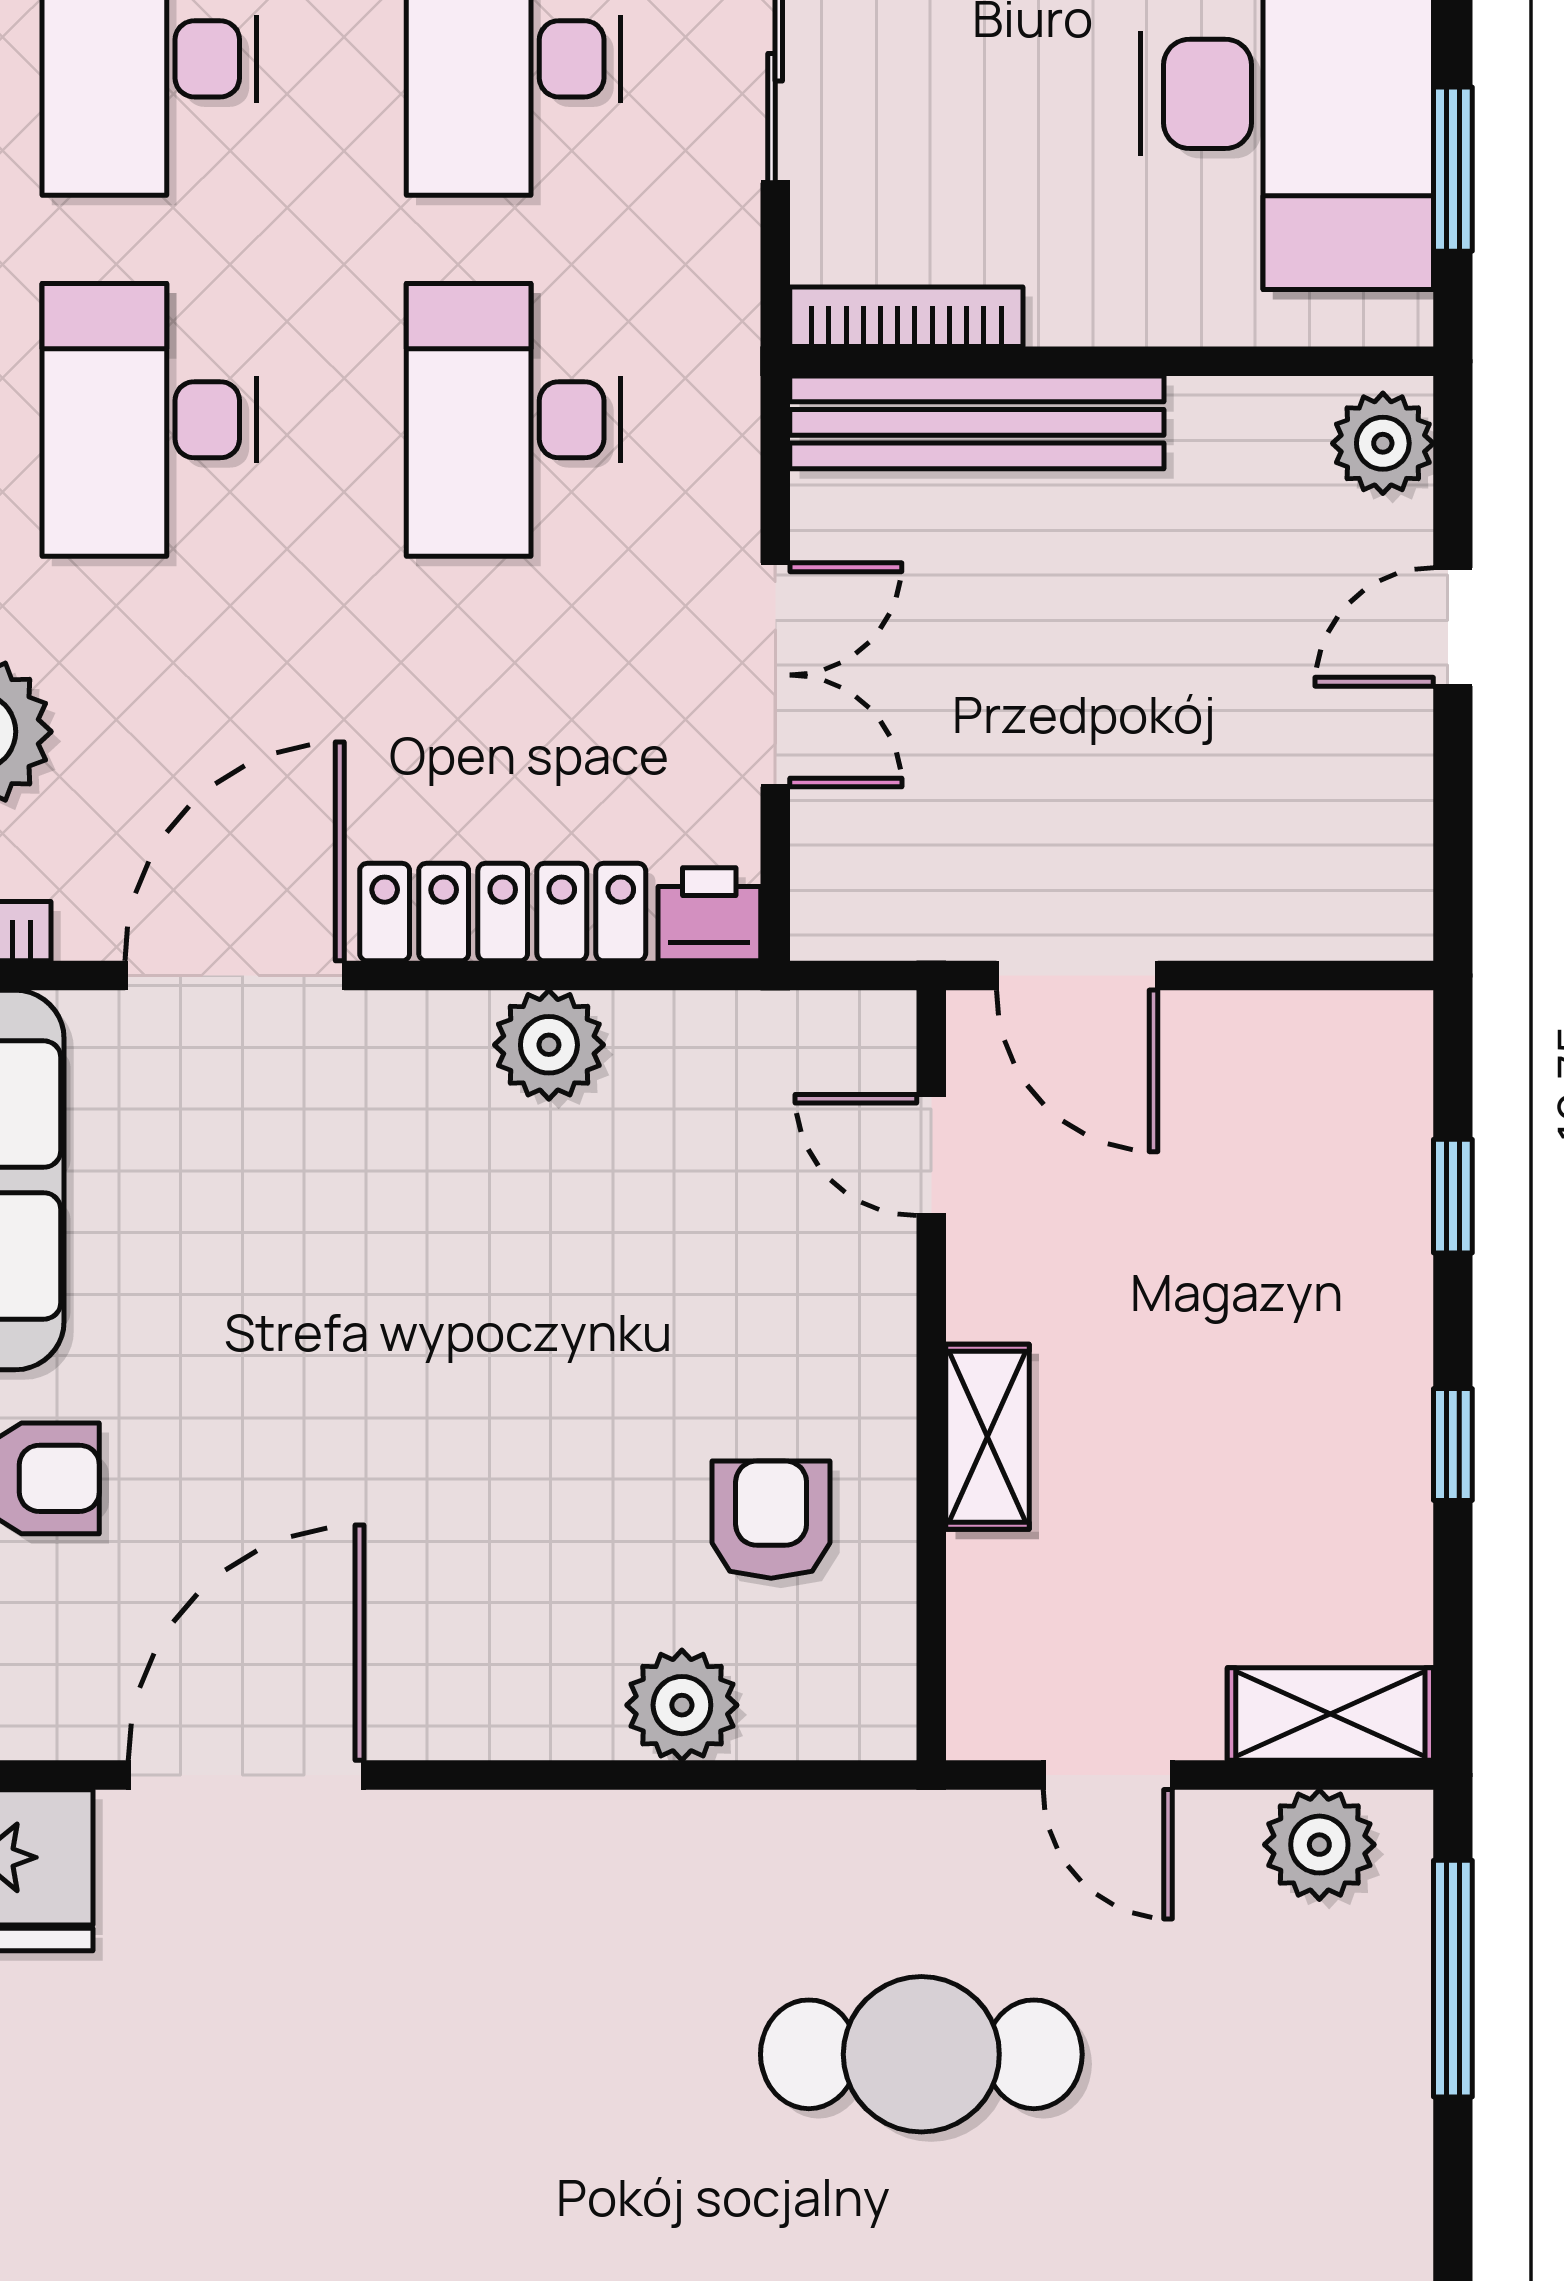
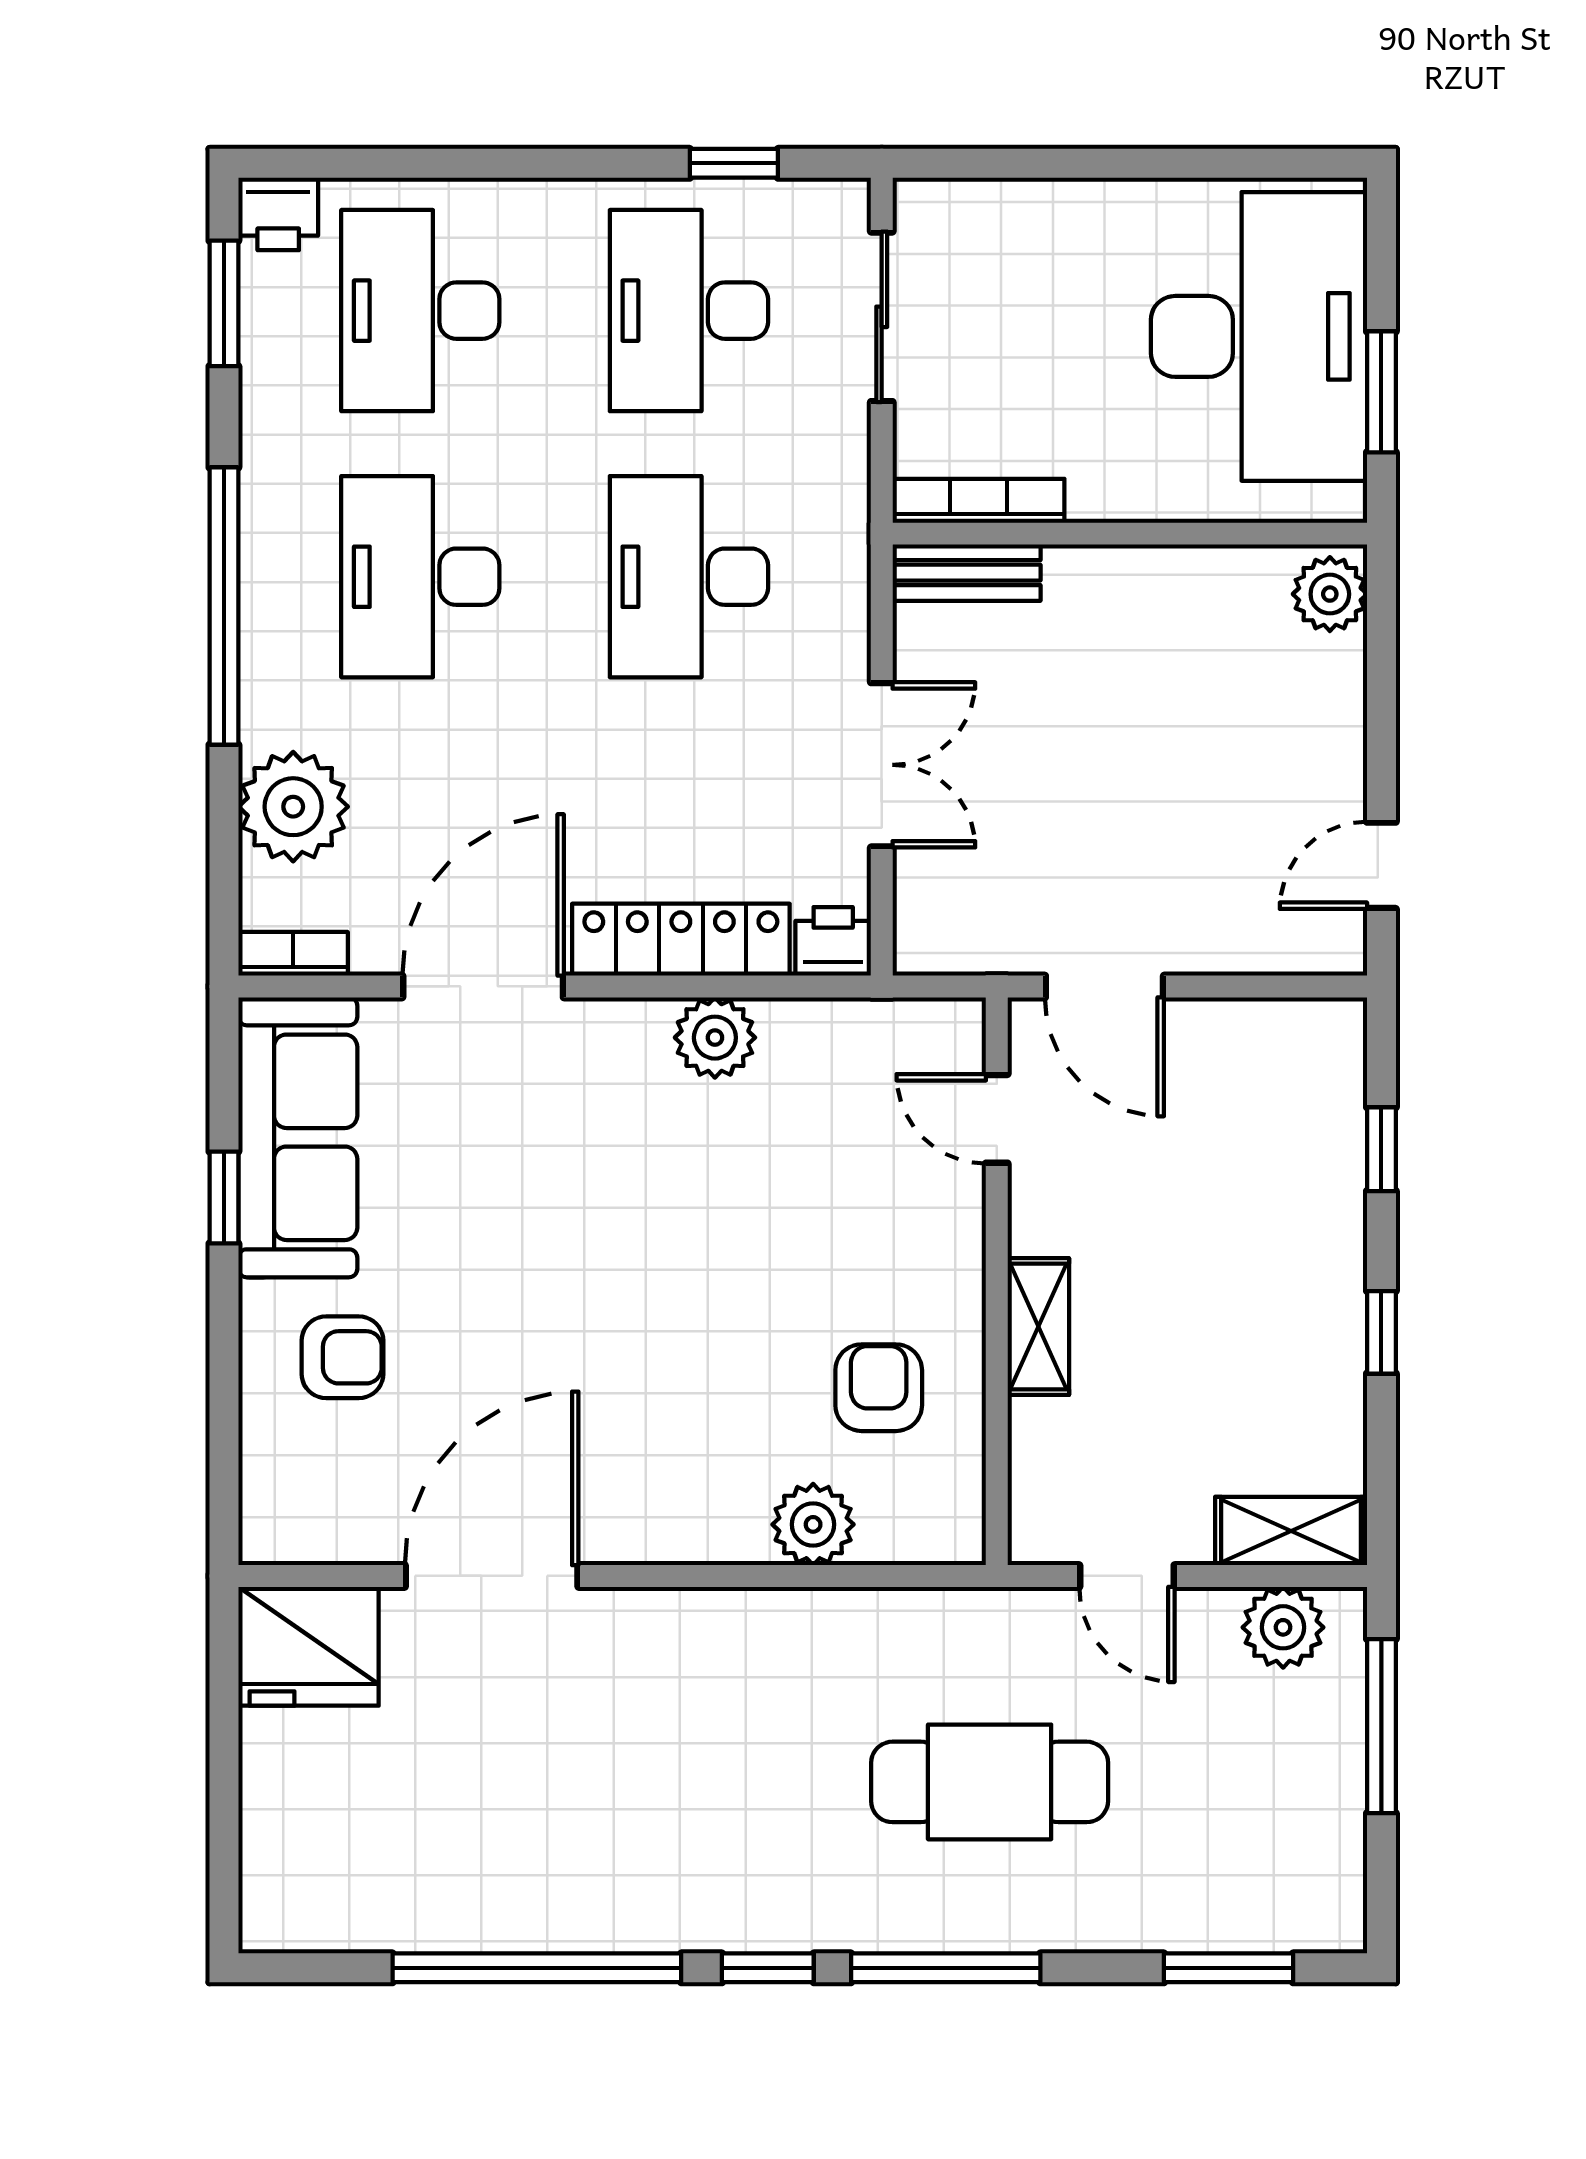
bench: (977, 422) -> (967, 573), width x0.54, depth x0.82
door: (1453, 627) -> (1381, 865), moved

